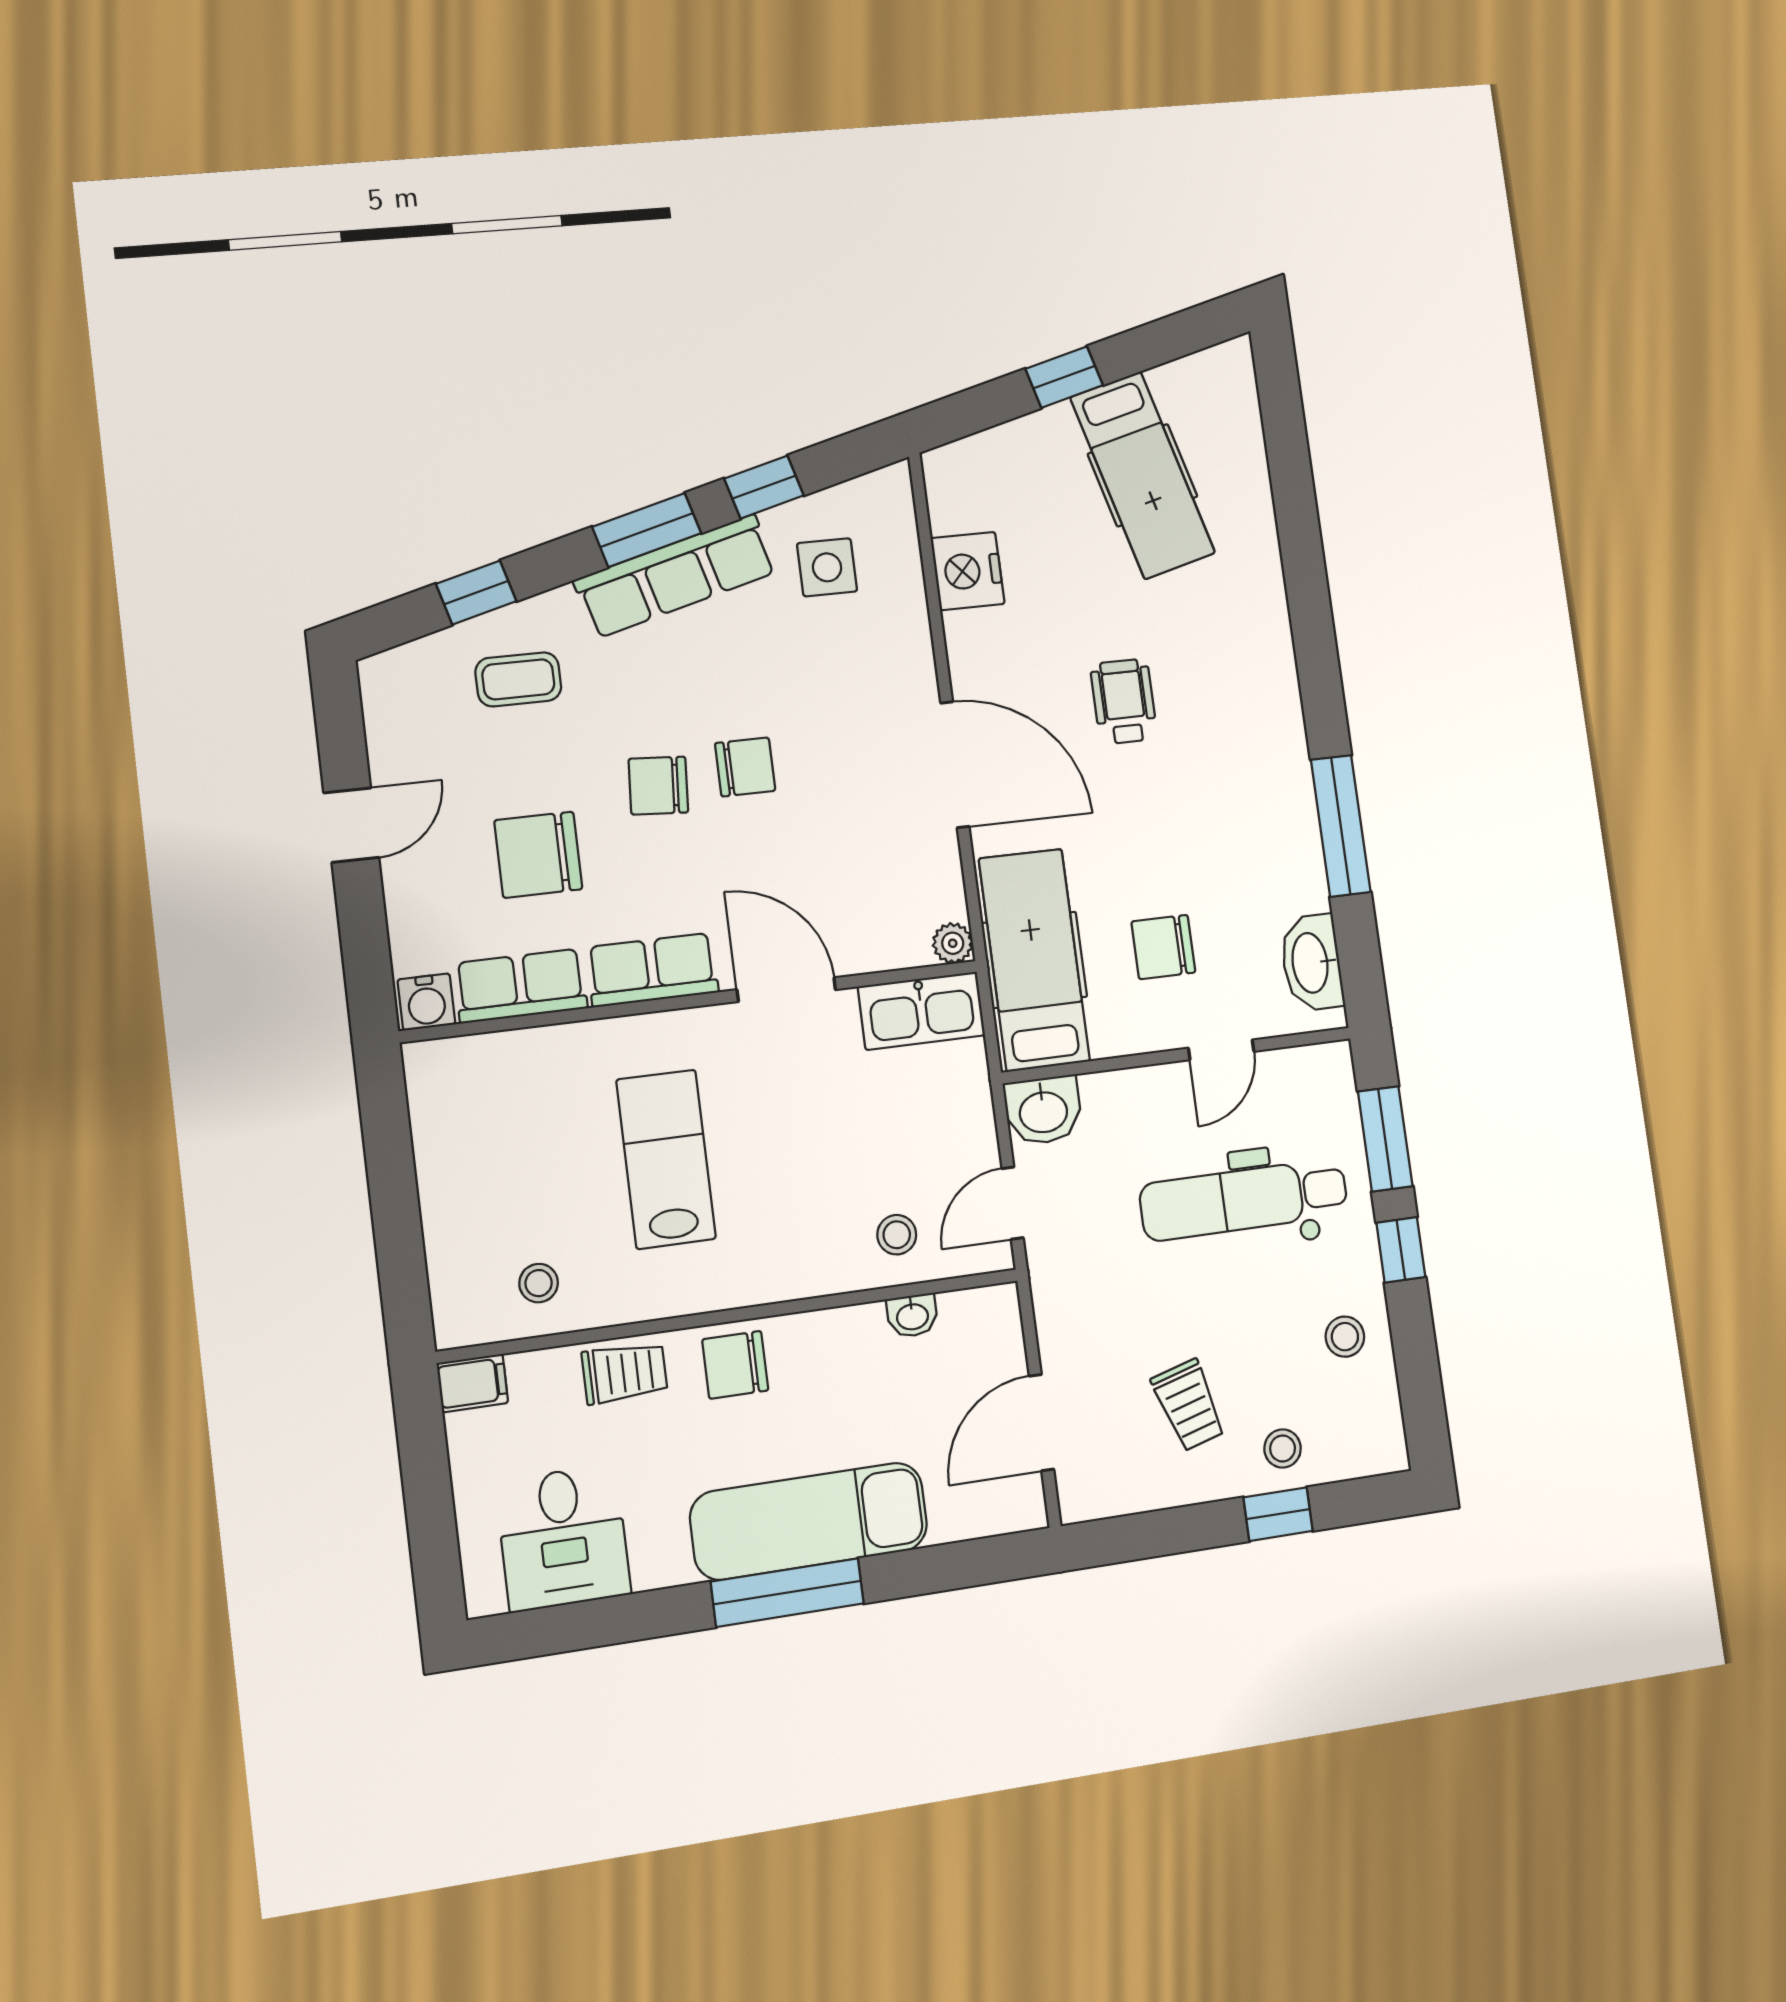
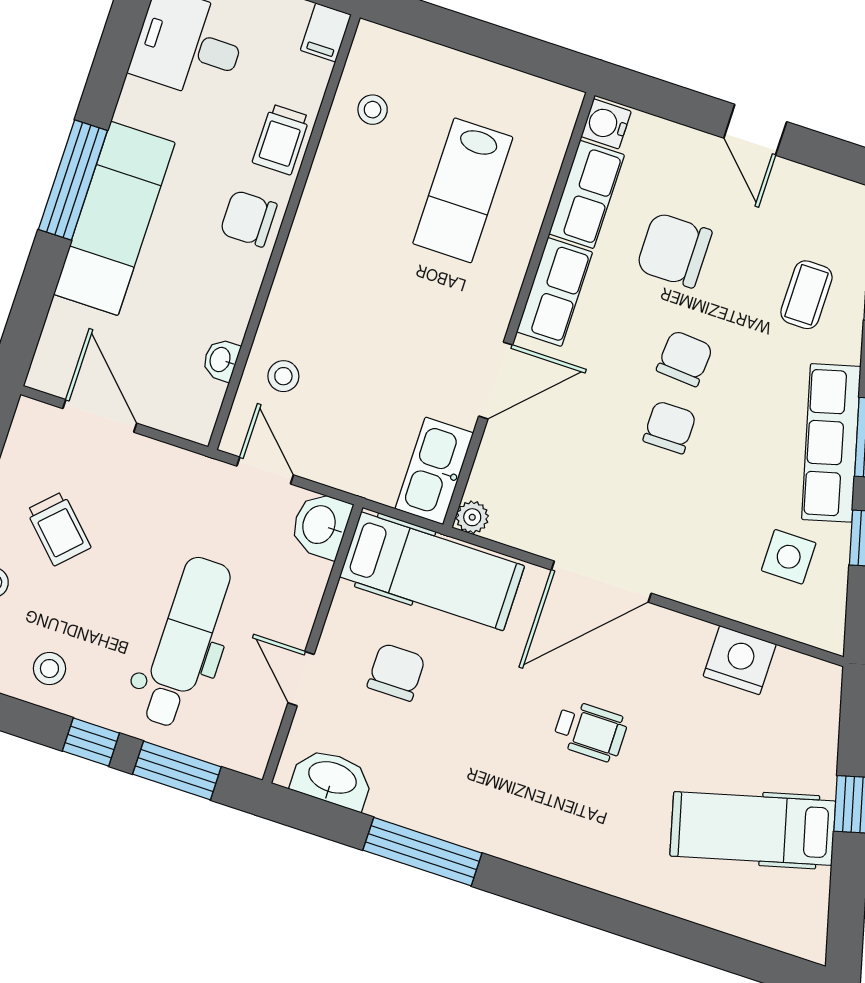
chair: (745, 767) -> (670, 427), turned 180
chair: (538, 855) -> (674, 250), turned -90
lab bench: (666, 1159) -> (463, 190), moved, turned 90
chair: (735, 1365) -> (248, 219), turned -90
trolley: (1189, 1405) -> (59, 529), turned -119

